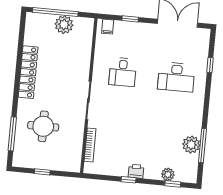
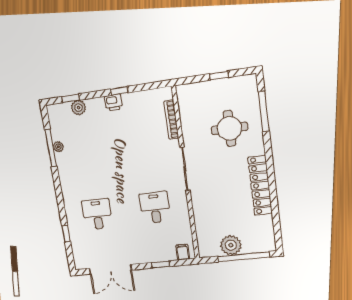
desk: (176, 77) -> (97, 214), width x0.73
plant: (191, 145) -> (58, 147), width x0.53, depth x0.53

